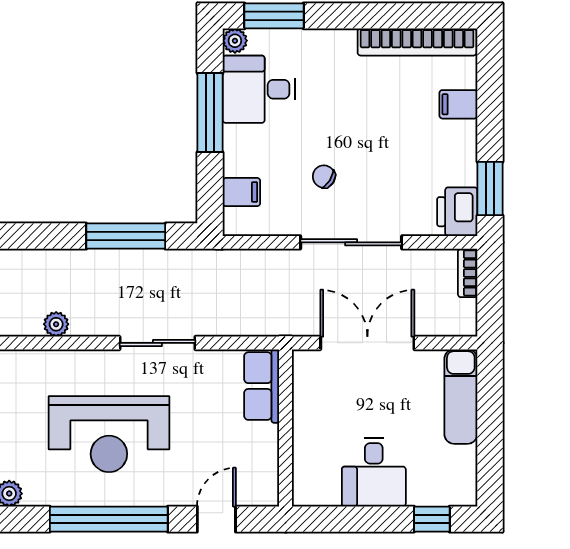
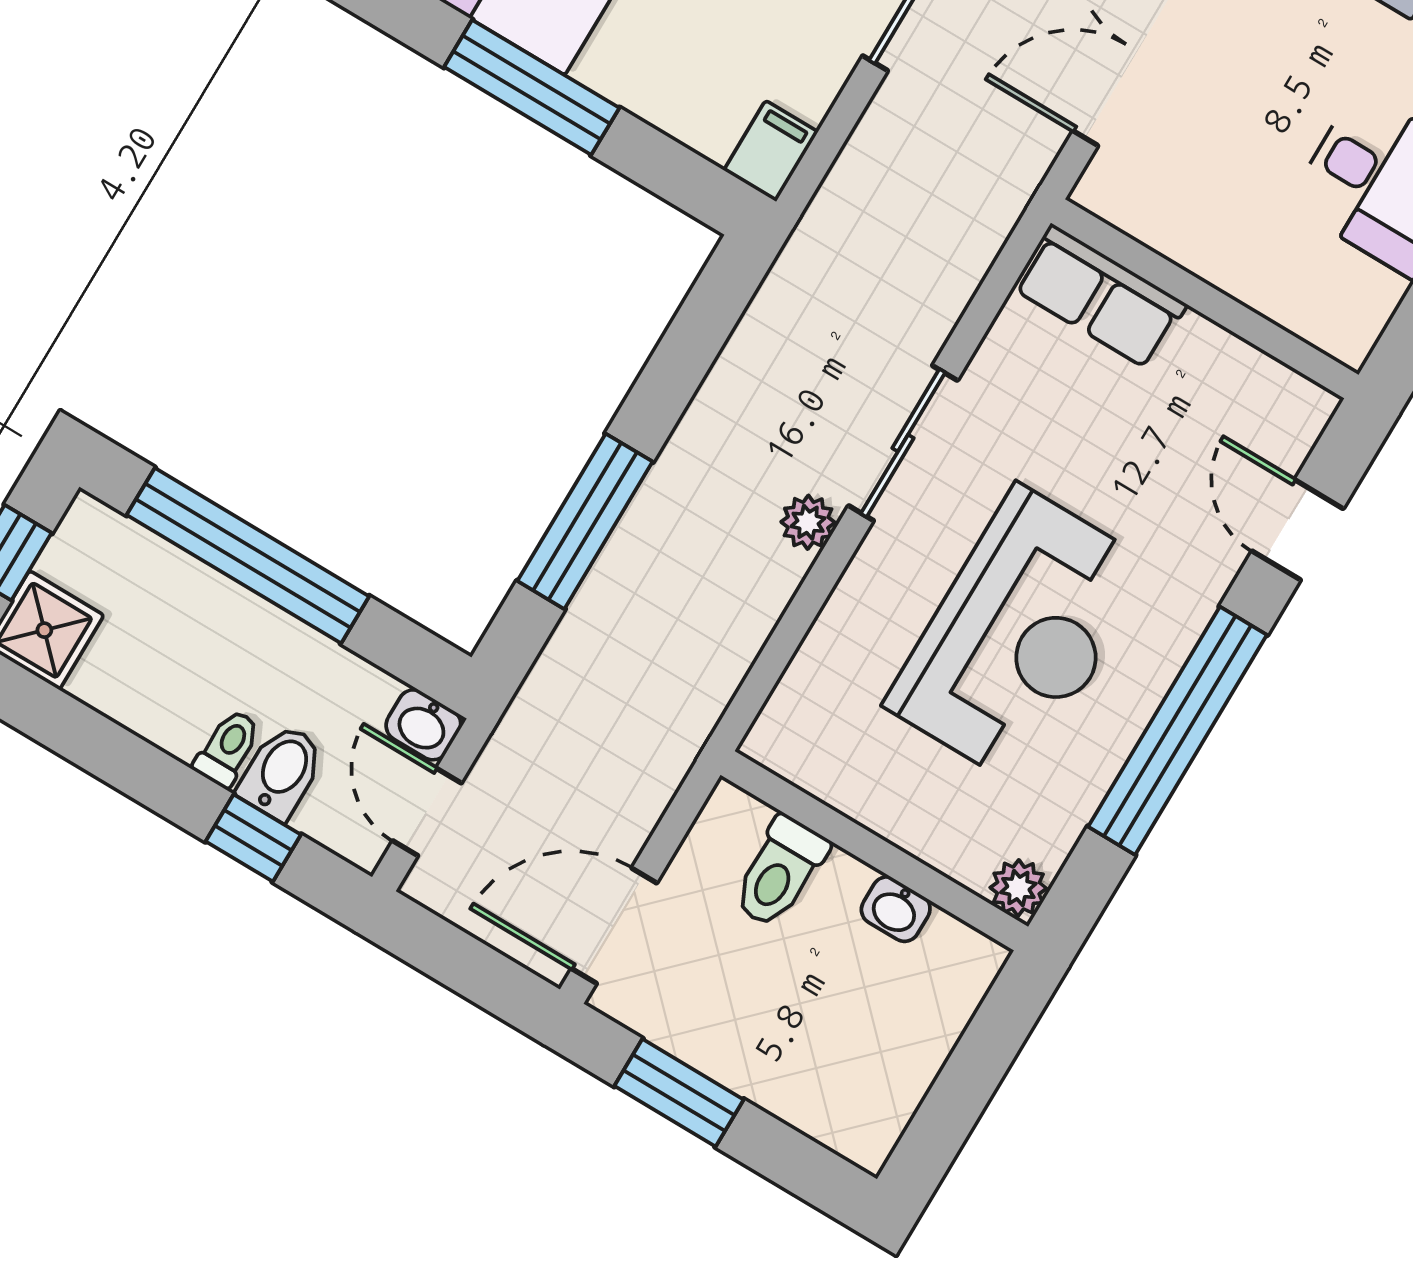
filing cabinet: (241, 192) -> (771, 151), moved
window: (126, 236) -> (585, 521), moved
plant: (56, 324) -> (808, 522), moved

